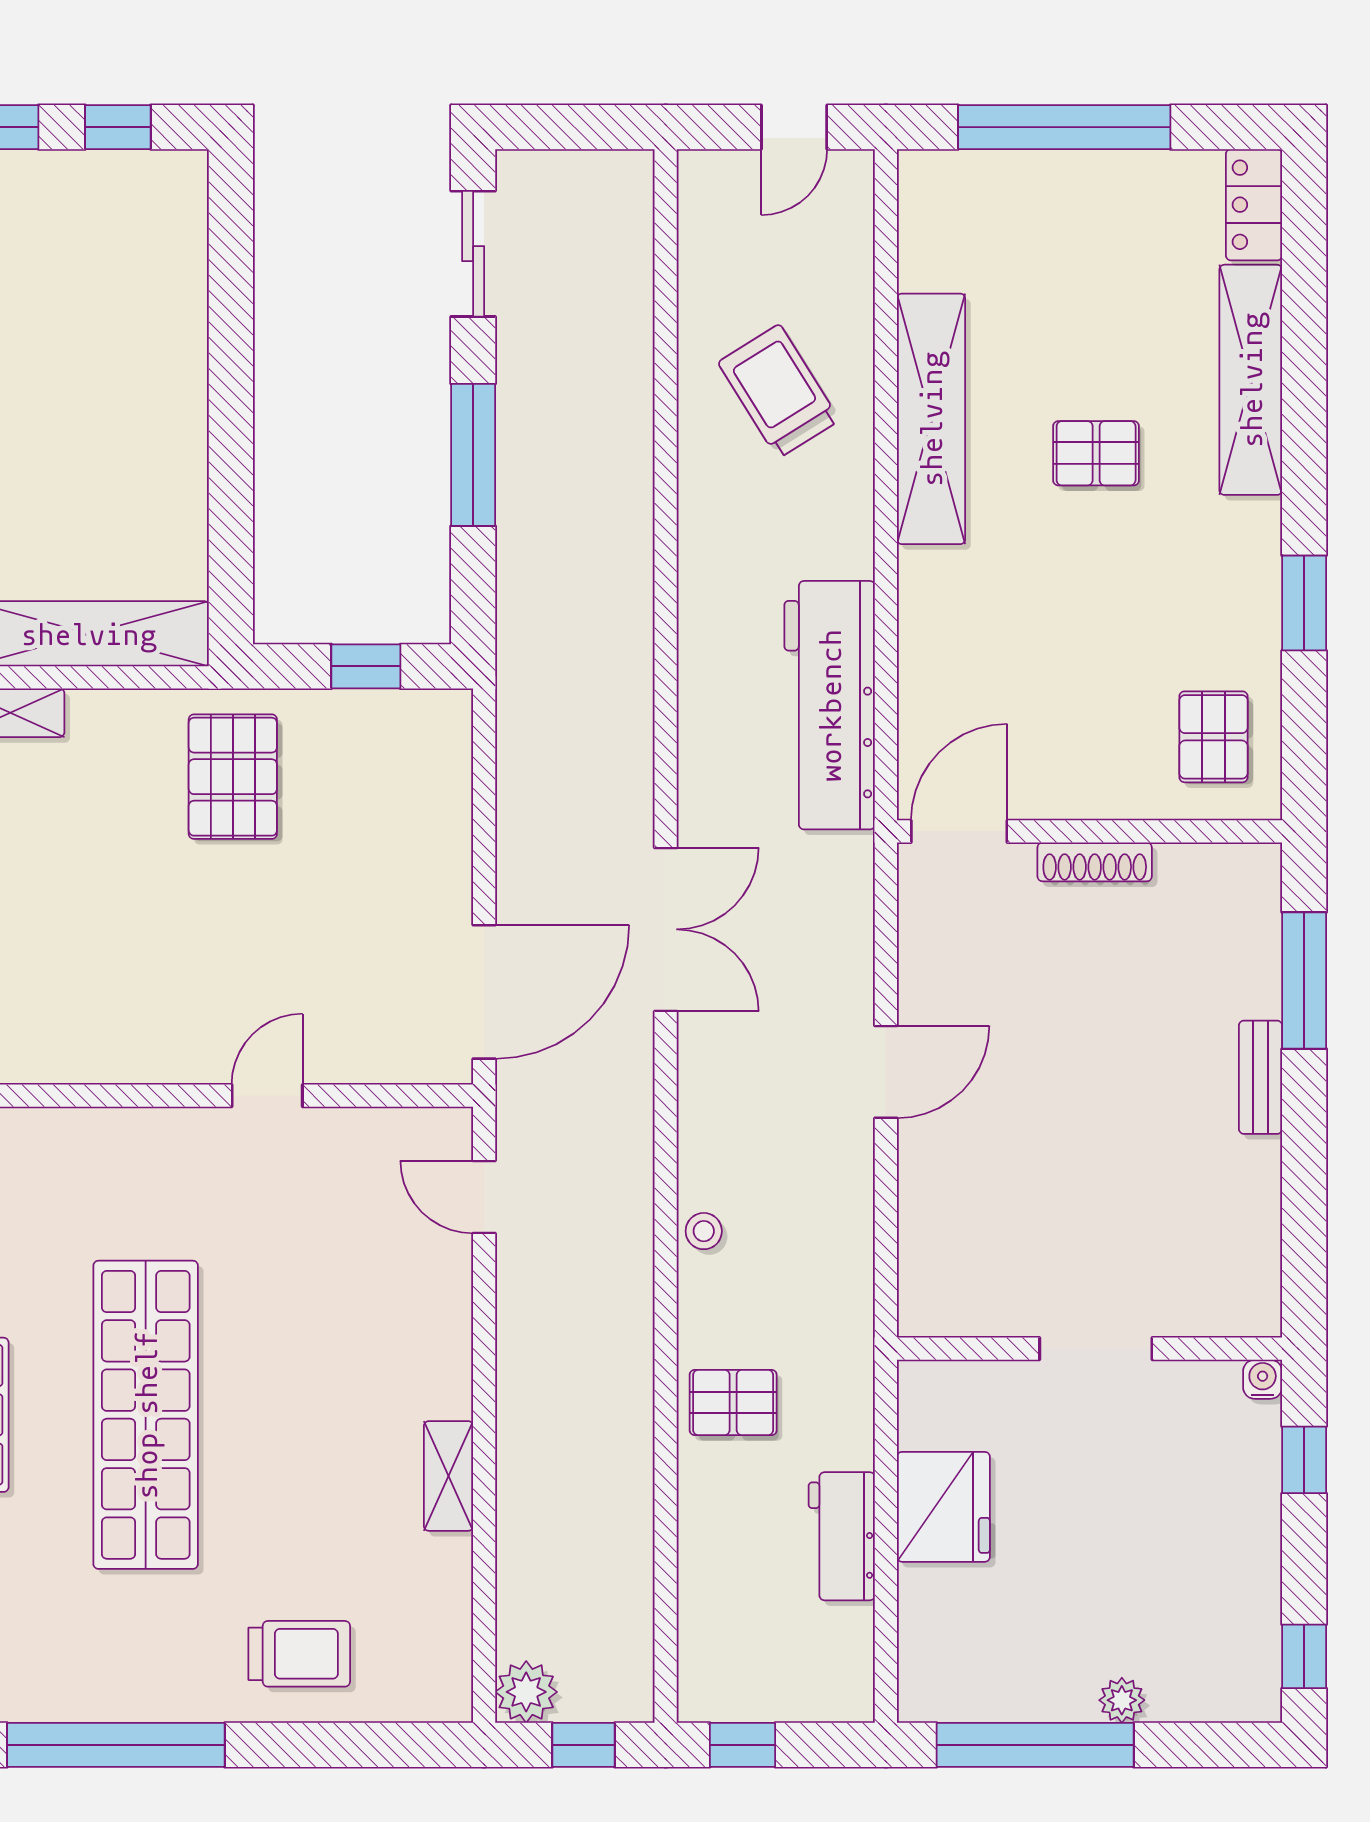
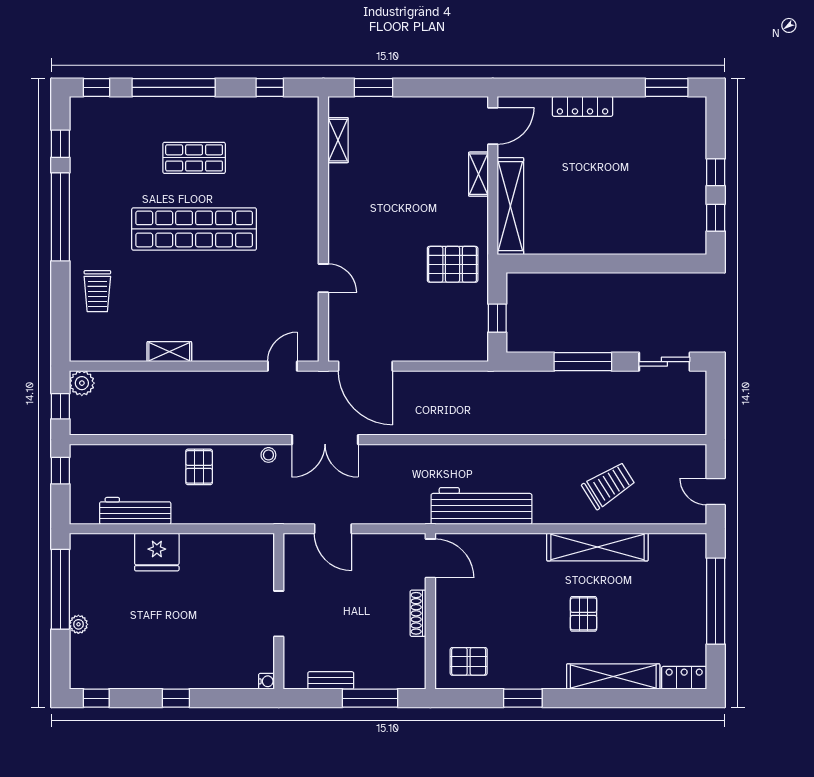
double door: (666, 929) -> (325, 440), moved
wall: (1089, 1349) -> (279, 611), moved
doorway: (1096, 1349) -> (279, 614), moved
water cooler: (1263, 1379) -> (266, 681), moved
workbench: (842, 1536) -> (135, 511), width x1.38

